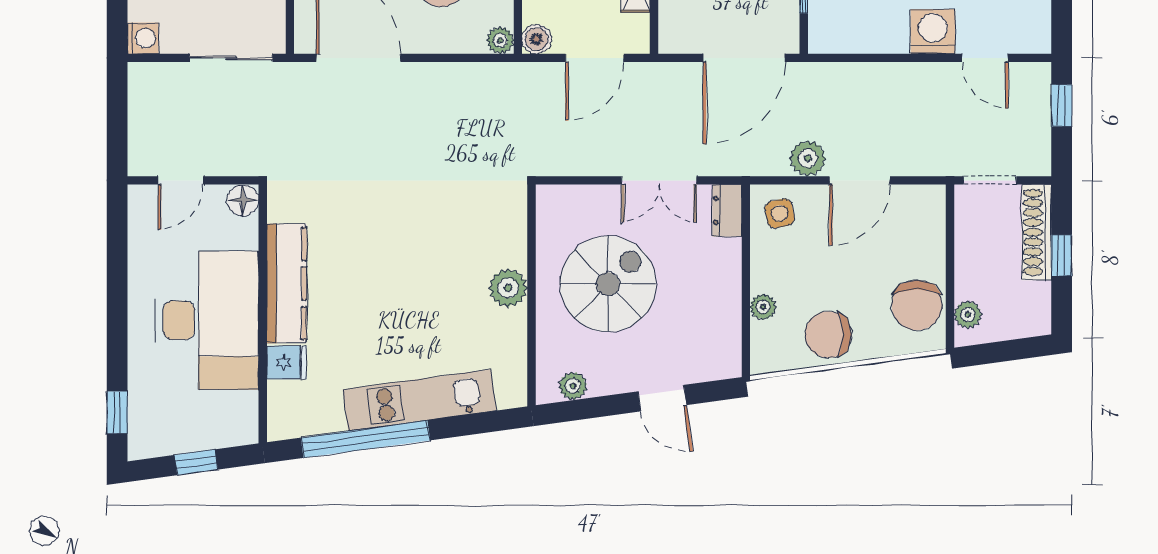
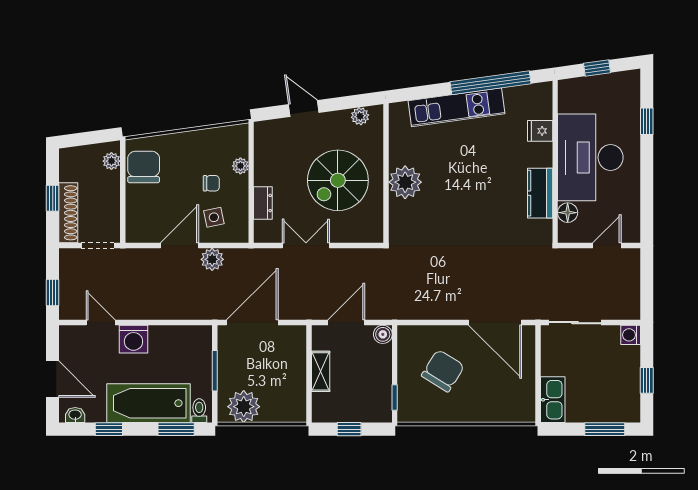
plant: (500, 40) -> (406, 334), removed
floor lamp: (243, 200) -> (568, 213), moved
dresser: (727, 211) -> (263, 203), moved
side table: (780, 213) -> (214, 217), moved
kitchen counter: (287, 284) -> (540, 193), width x0.67
plant: (508, 288) -> (405, 182), width x1.36, depth x1.36
chair: (828, 335) -> (211, 183), moved, width x0.54, depth x0.54
window: (117, 413) -> (647, 121), moved

